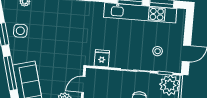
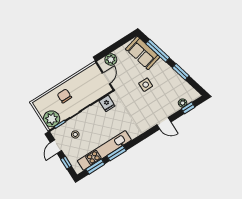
window: (188, 30) -> (66, 163), added
side table: (20, 31) -> (146, 85), moved

